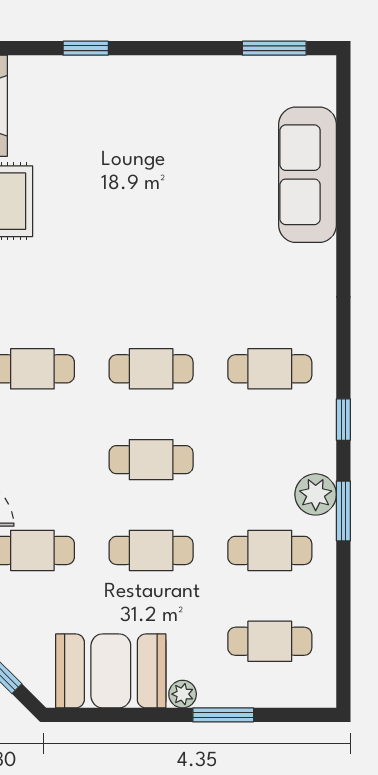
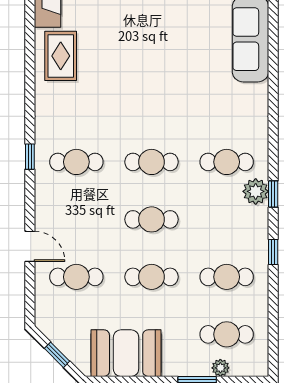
plant: (316, 494) -> (256, 191), moved
window: (343, 511) -> (273, 252), width x0.67
plant: (183, 694) -> (220, 368), moved

